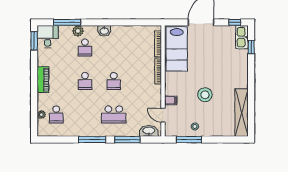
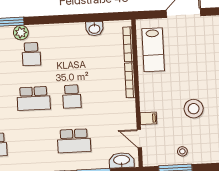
washbasin: (104, 31) -> (94, 29), moved
lab bench: (177, 49) -> (153, 50), width x0.73, depth x0.72
school desk: (85, 81) -> (34, 98), width x1.85

